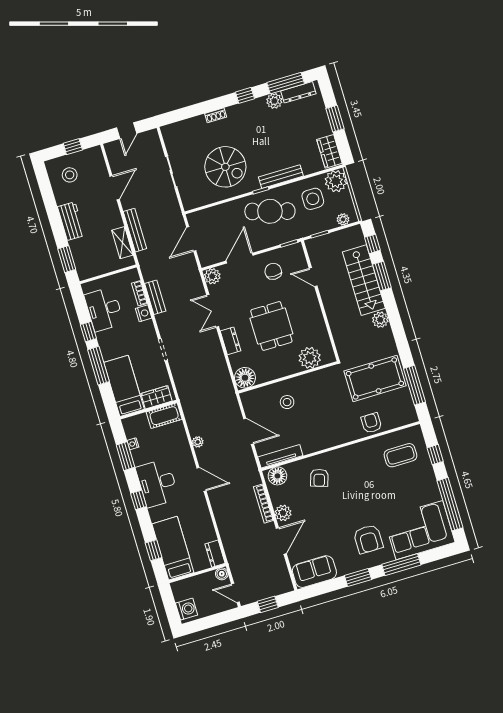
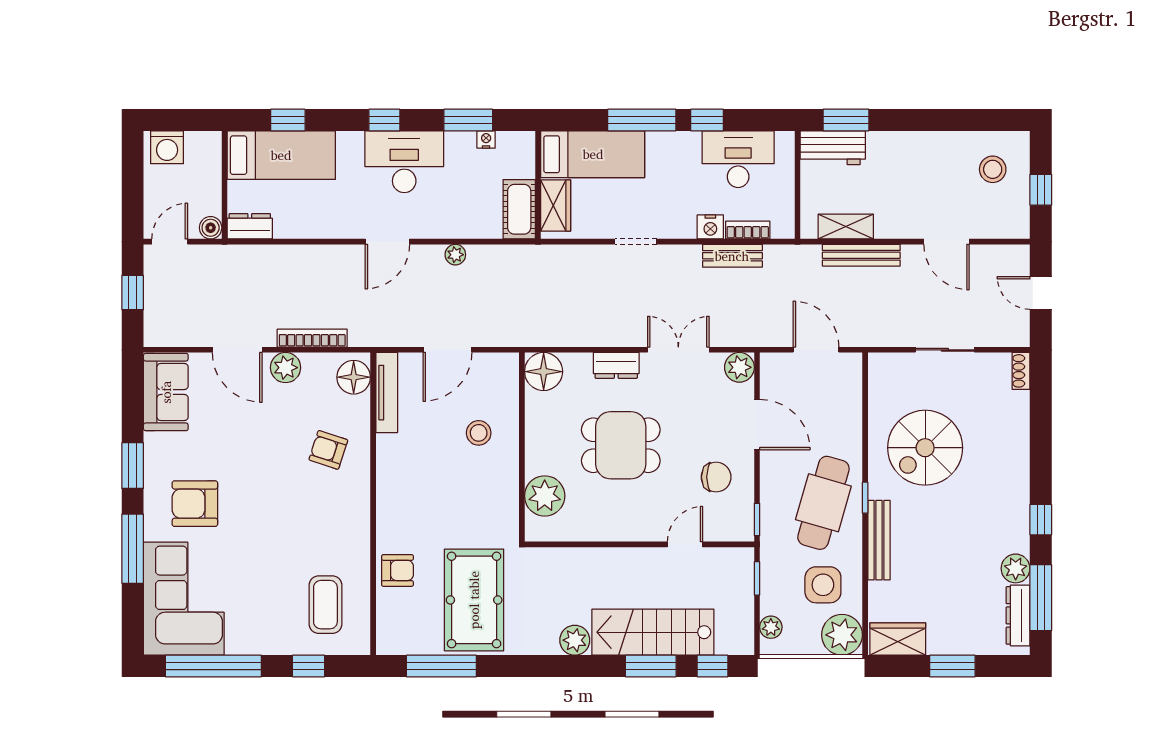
shoe rack: (216, 115) -> (1021, 371), moved
workbench: (71, 221) -> (833, 148), moved

